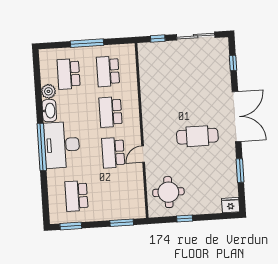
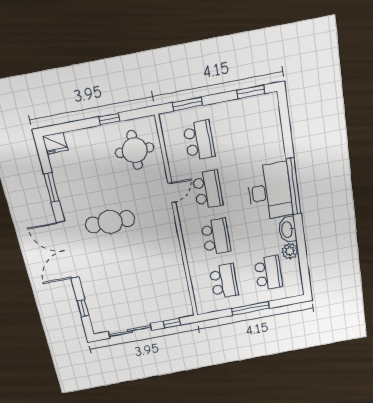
school desk: (76, 196) -> (199, 141), moved

